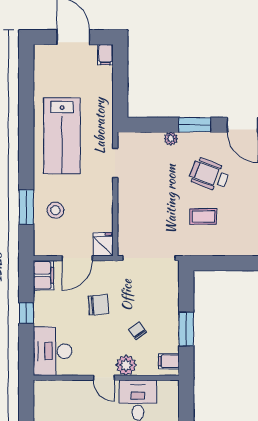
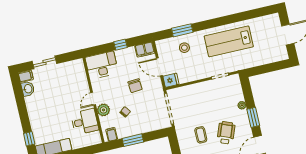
filing cabinet: (105, 55) -> (282, 56), removed

